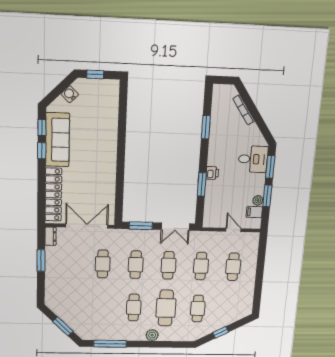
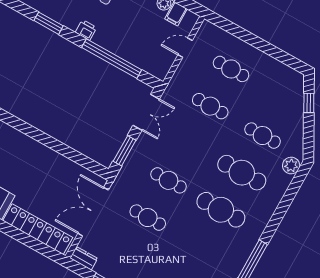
printer: (212, 173) -> (86, 30), moved
window: (202, 184) -> (112, 59), width x2.11
cafe table: (168, 265) -> (189, 143), removed
cafe table: (134, 308) -> (221, 210), width x1.37, depth x1.35
window: (221, 332) -> (309, 103), moved
plant: (152, 335) -> (291, 165), moved

